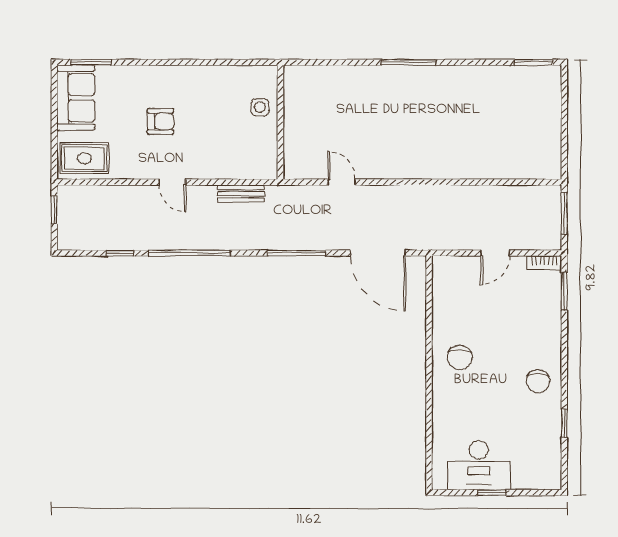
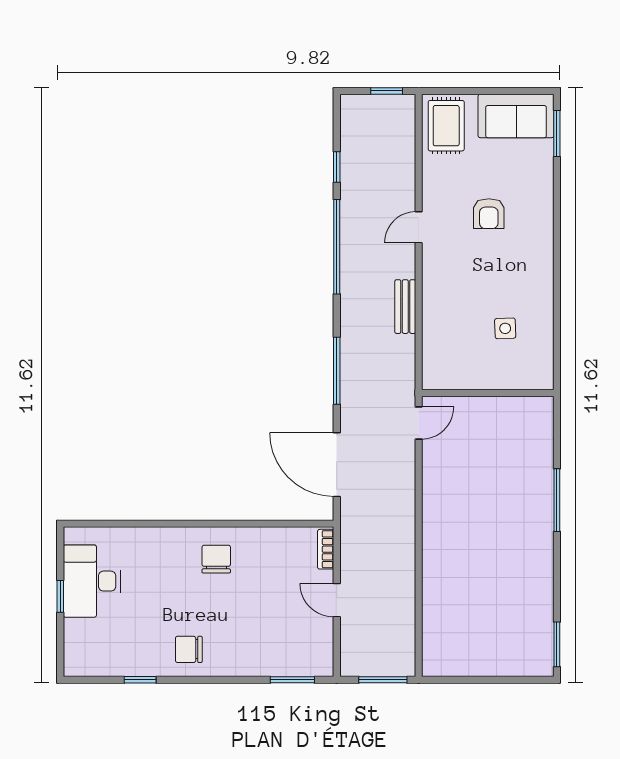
wall: (280, 122) -> (488, 393), moved
door: (378, 253) -> (337, 465), hinge flipped
bookcase: (544, 263) -> (326, 549), moved
chair: (460, 357) -> (216, 559), turned 90

